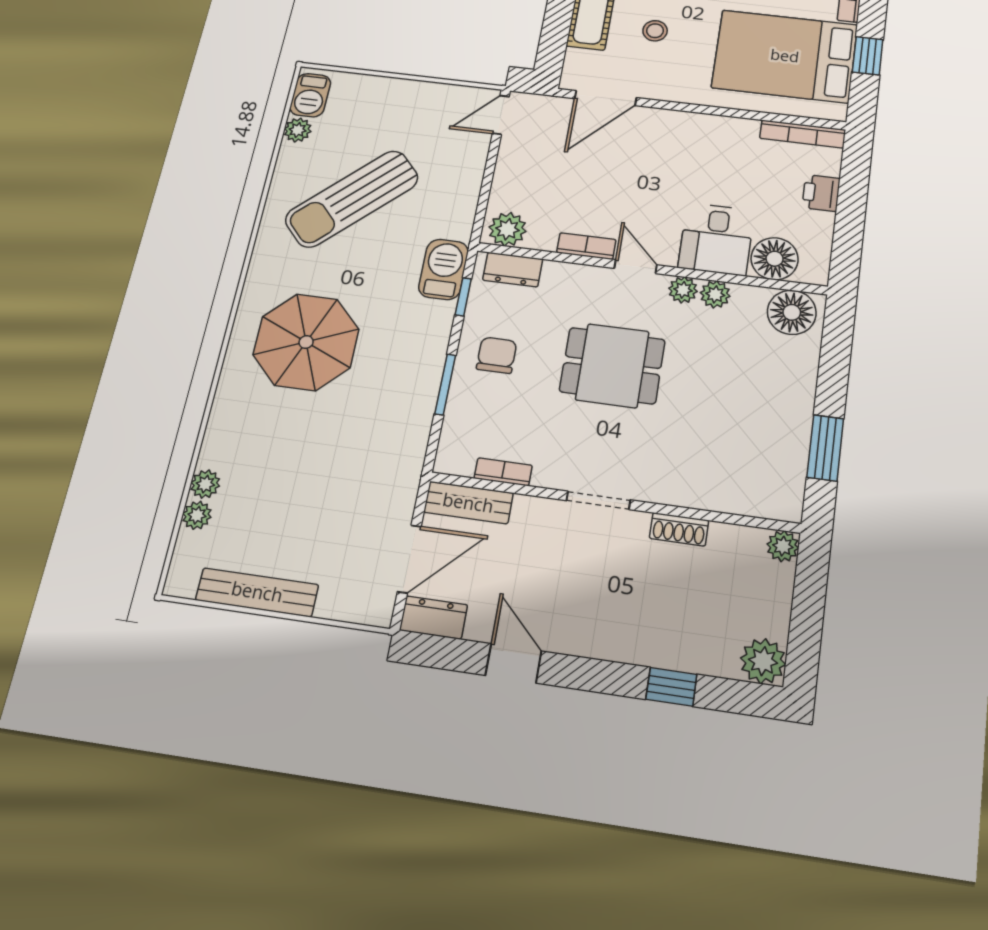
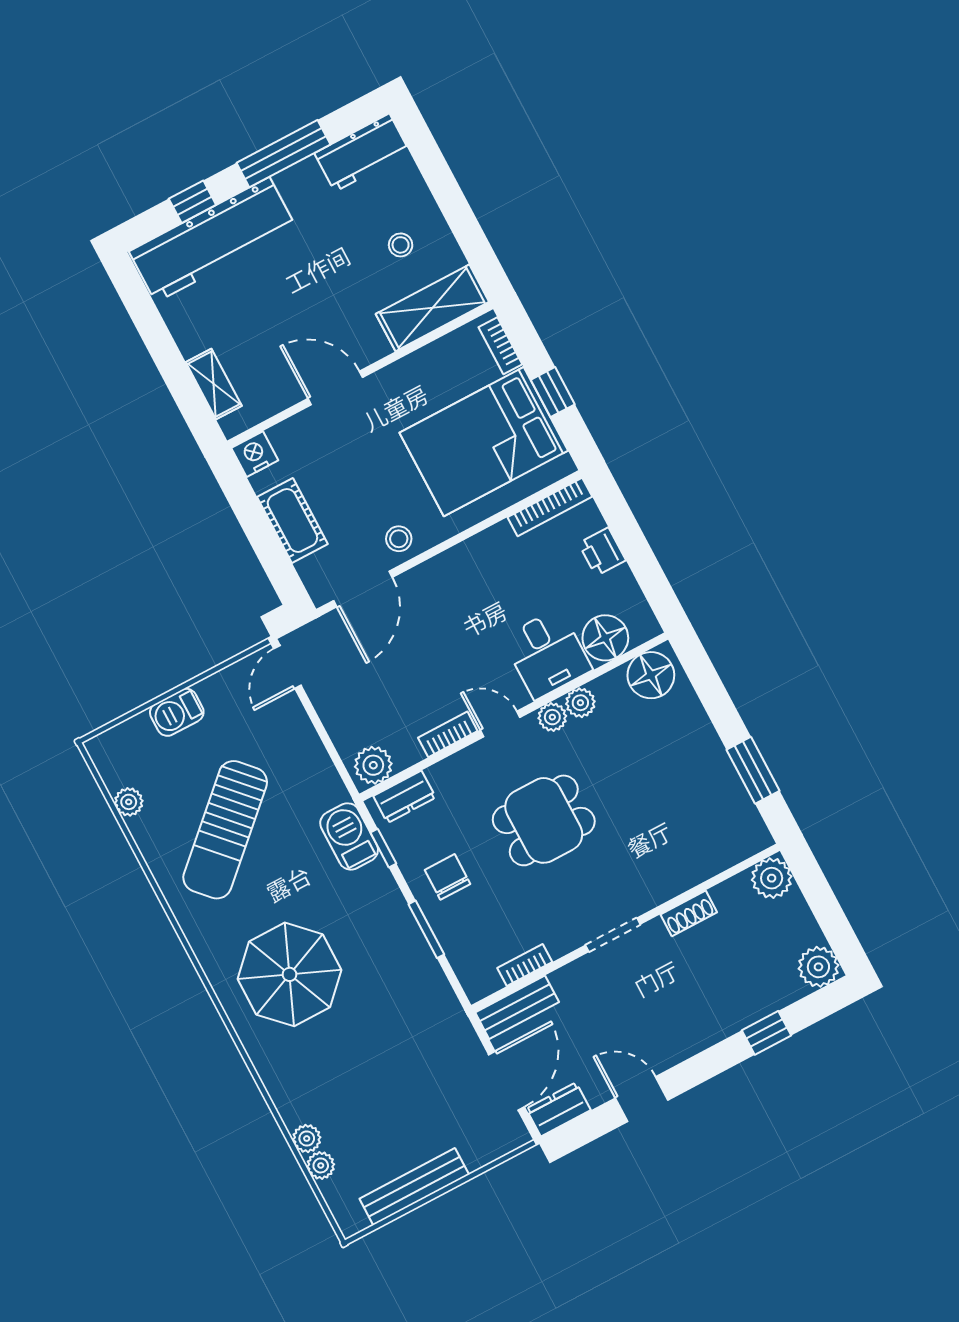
stool: (655, 31) -> (399, 539), moved
barbecue: (310, 95) -> (177, 712), moved, turned 90
plant: (783, 546) -> (772, 878), width x1.38, depth x1.38

